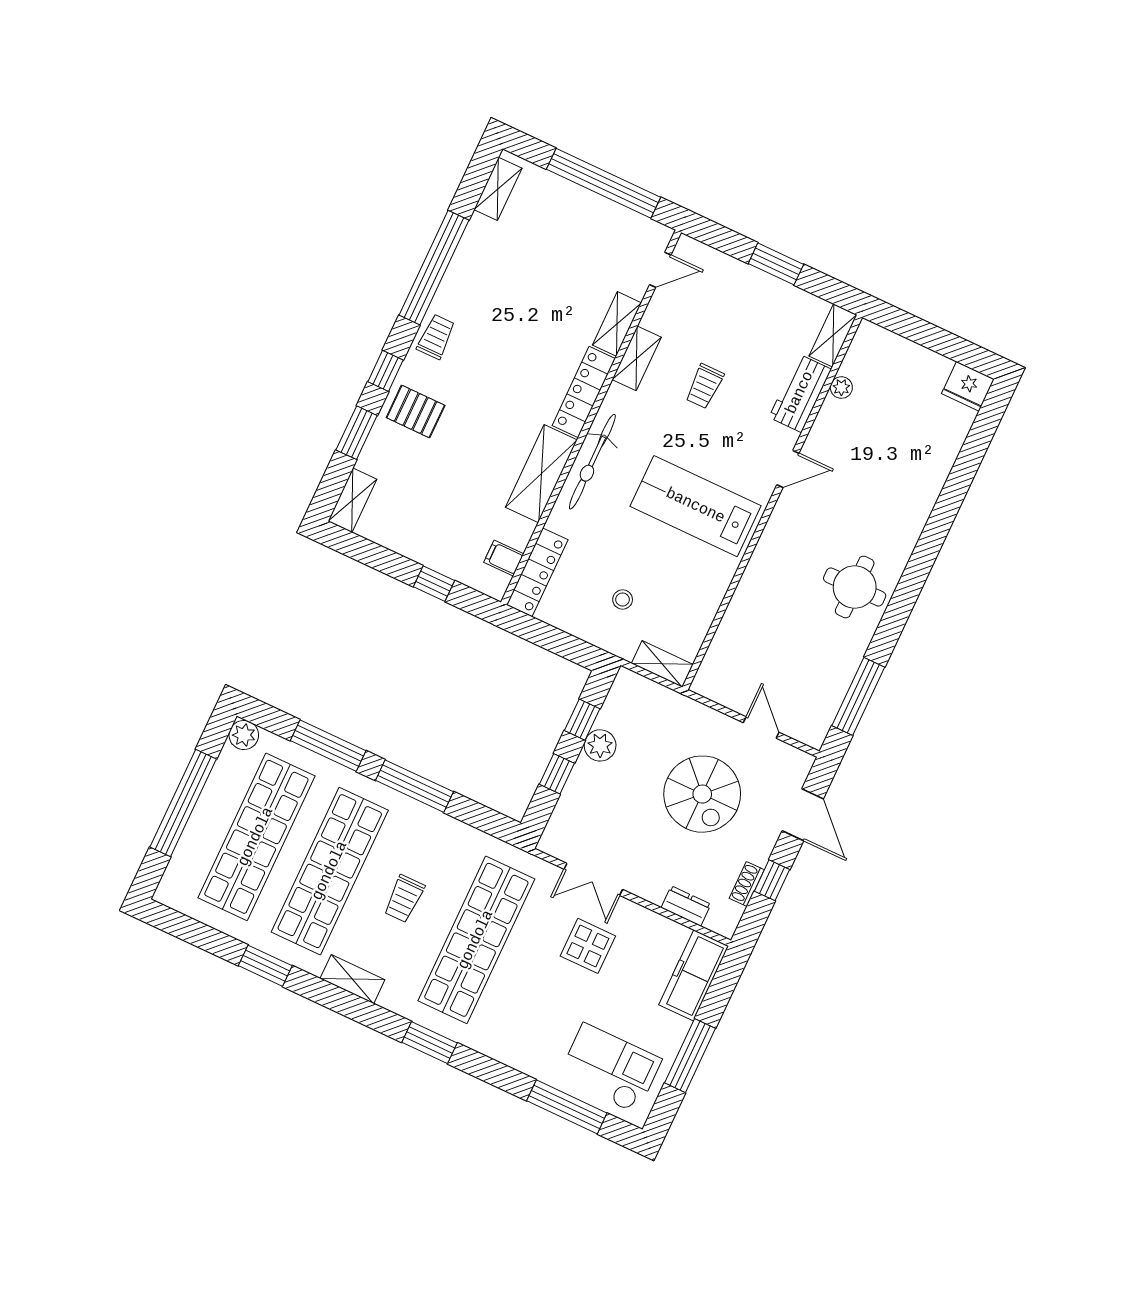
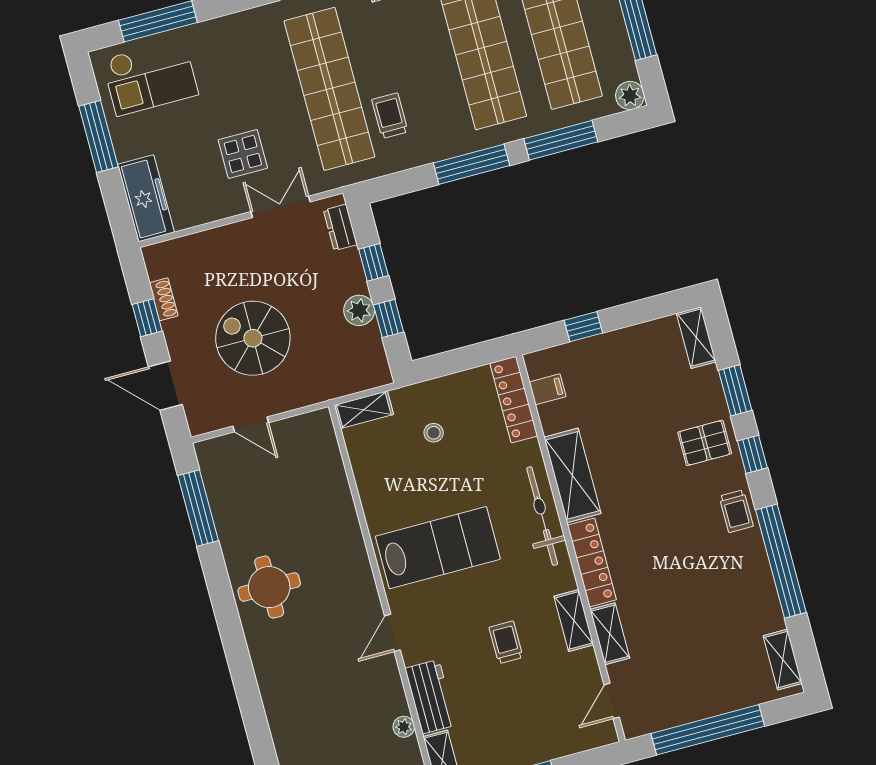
trolley: (404, 899) -> (390, 116), moved
dresser: (686, 906) -> (340, 227), moved, turned 90

